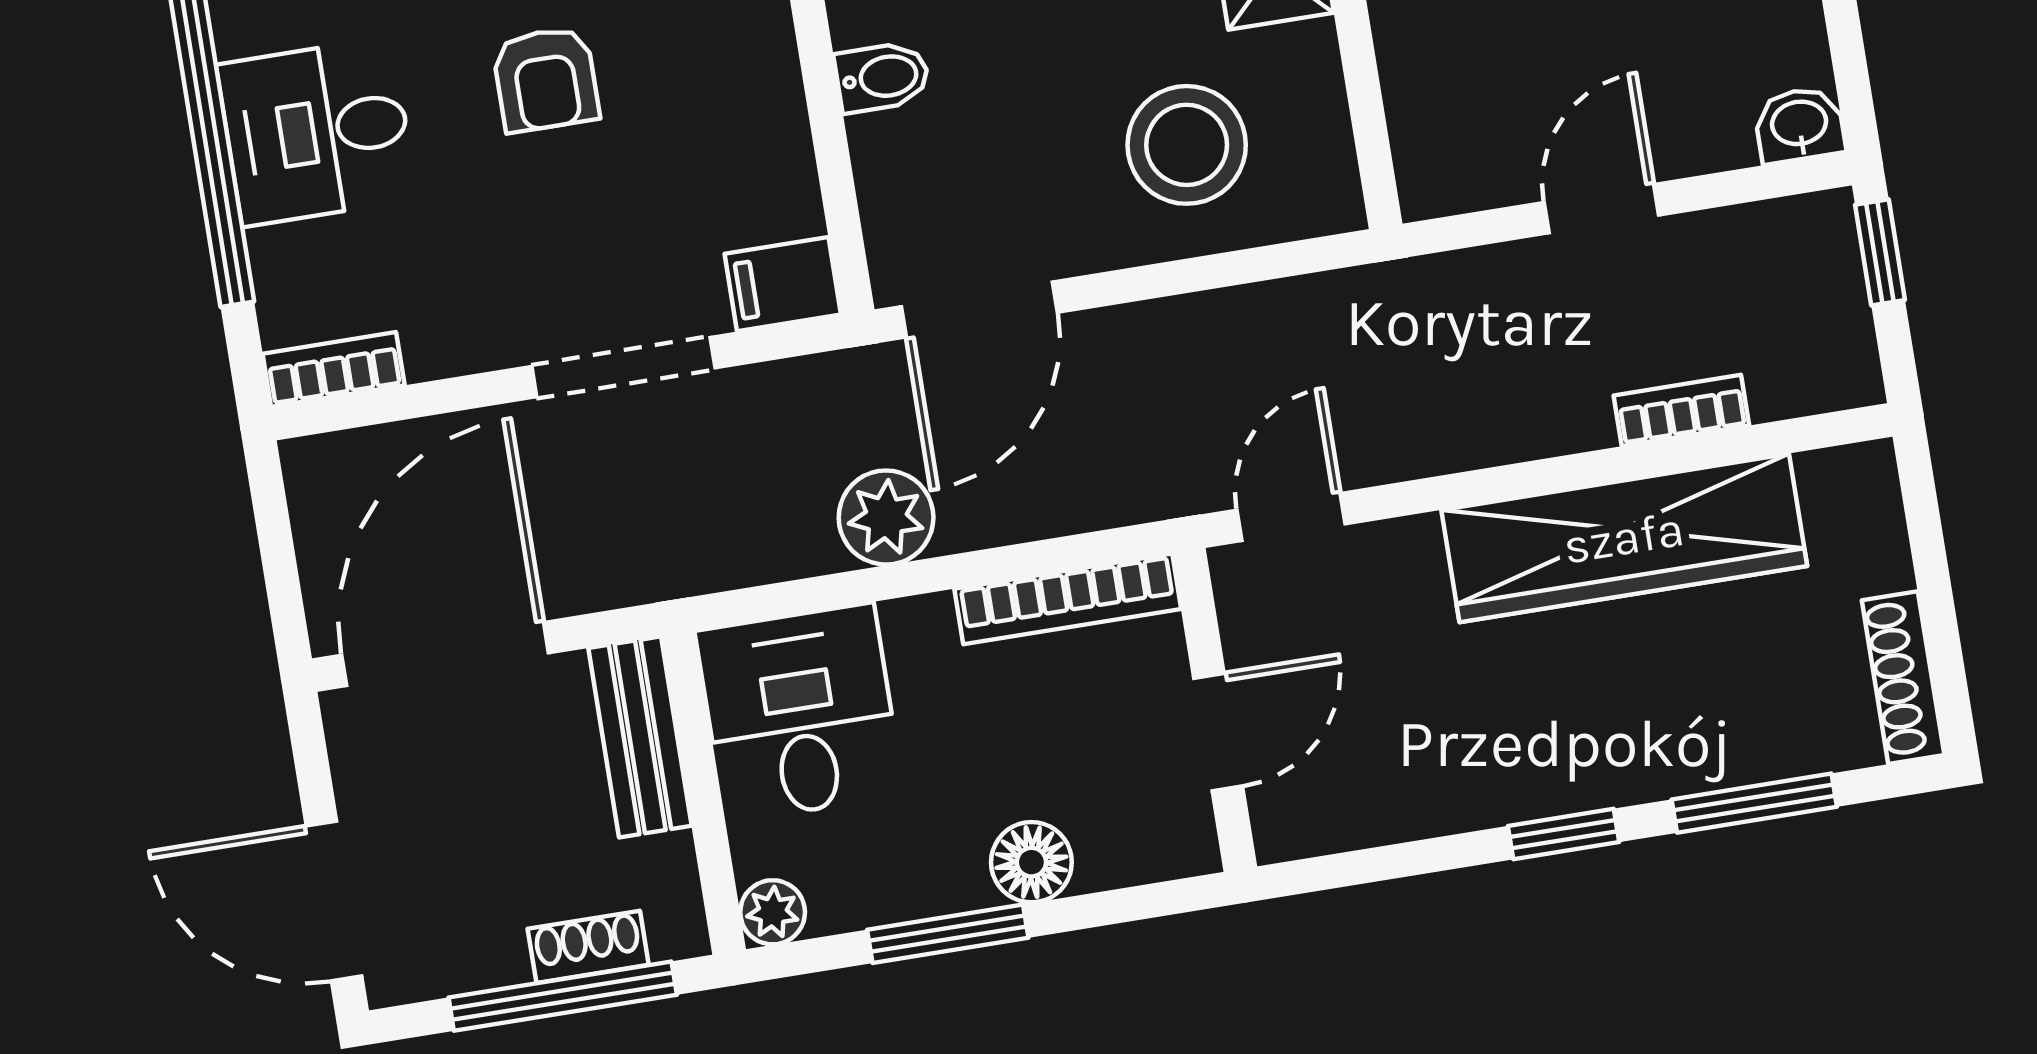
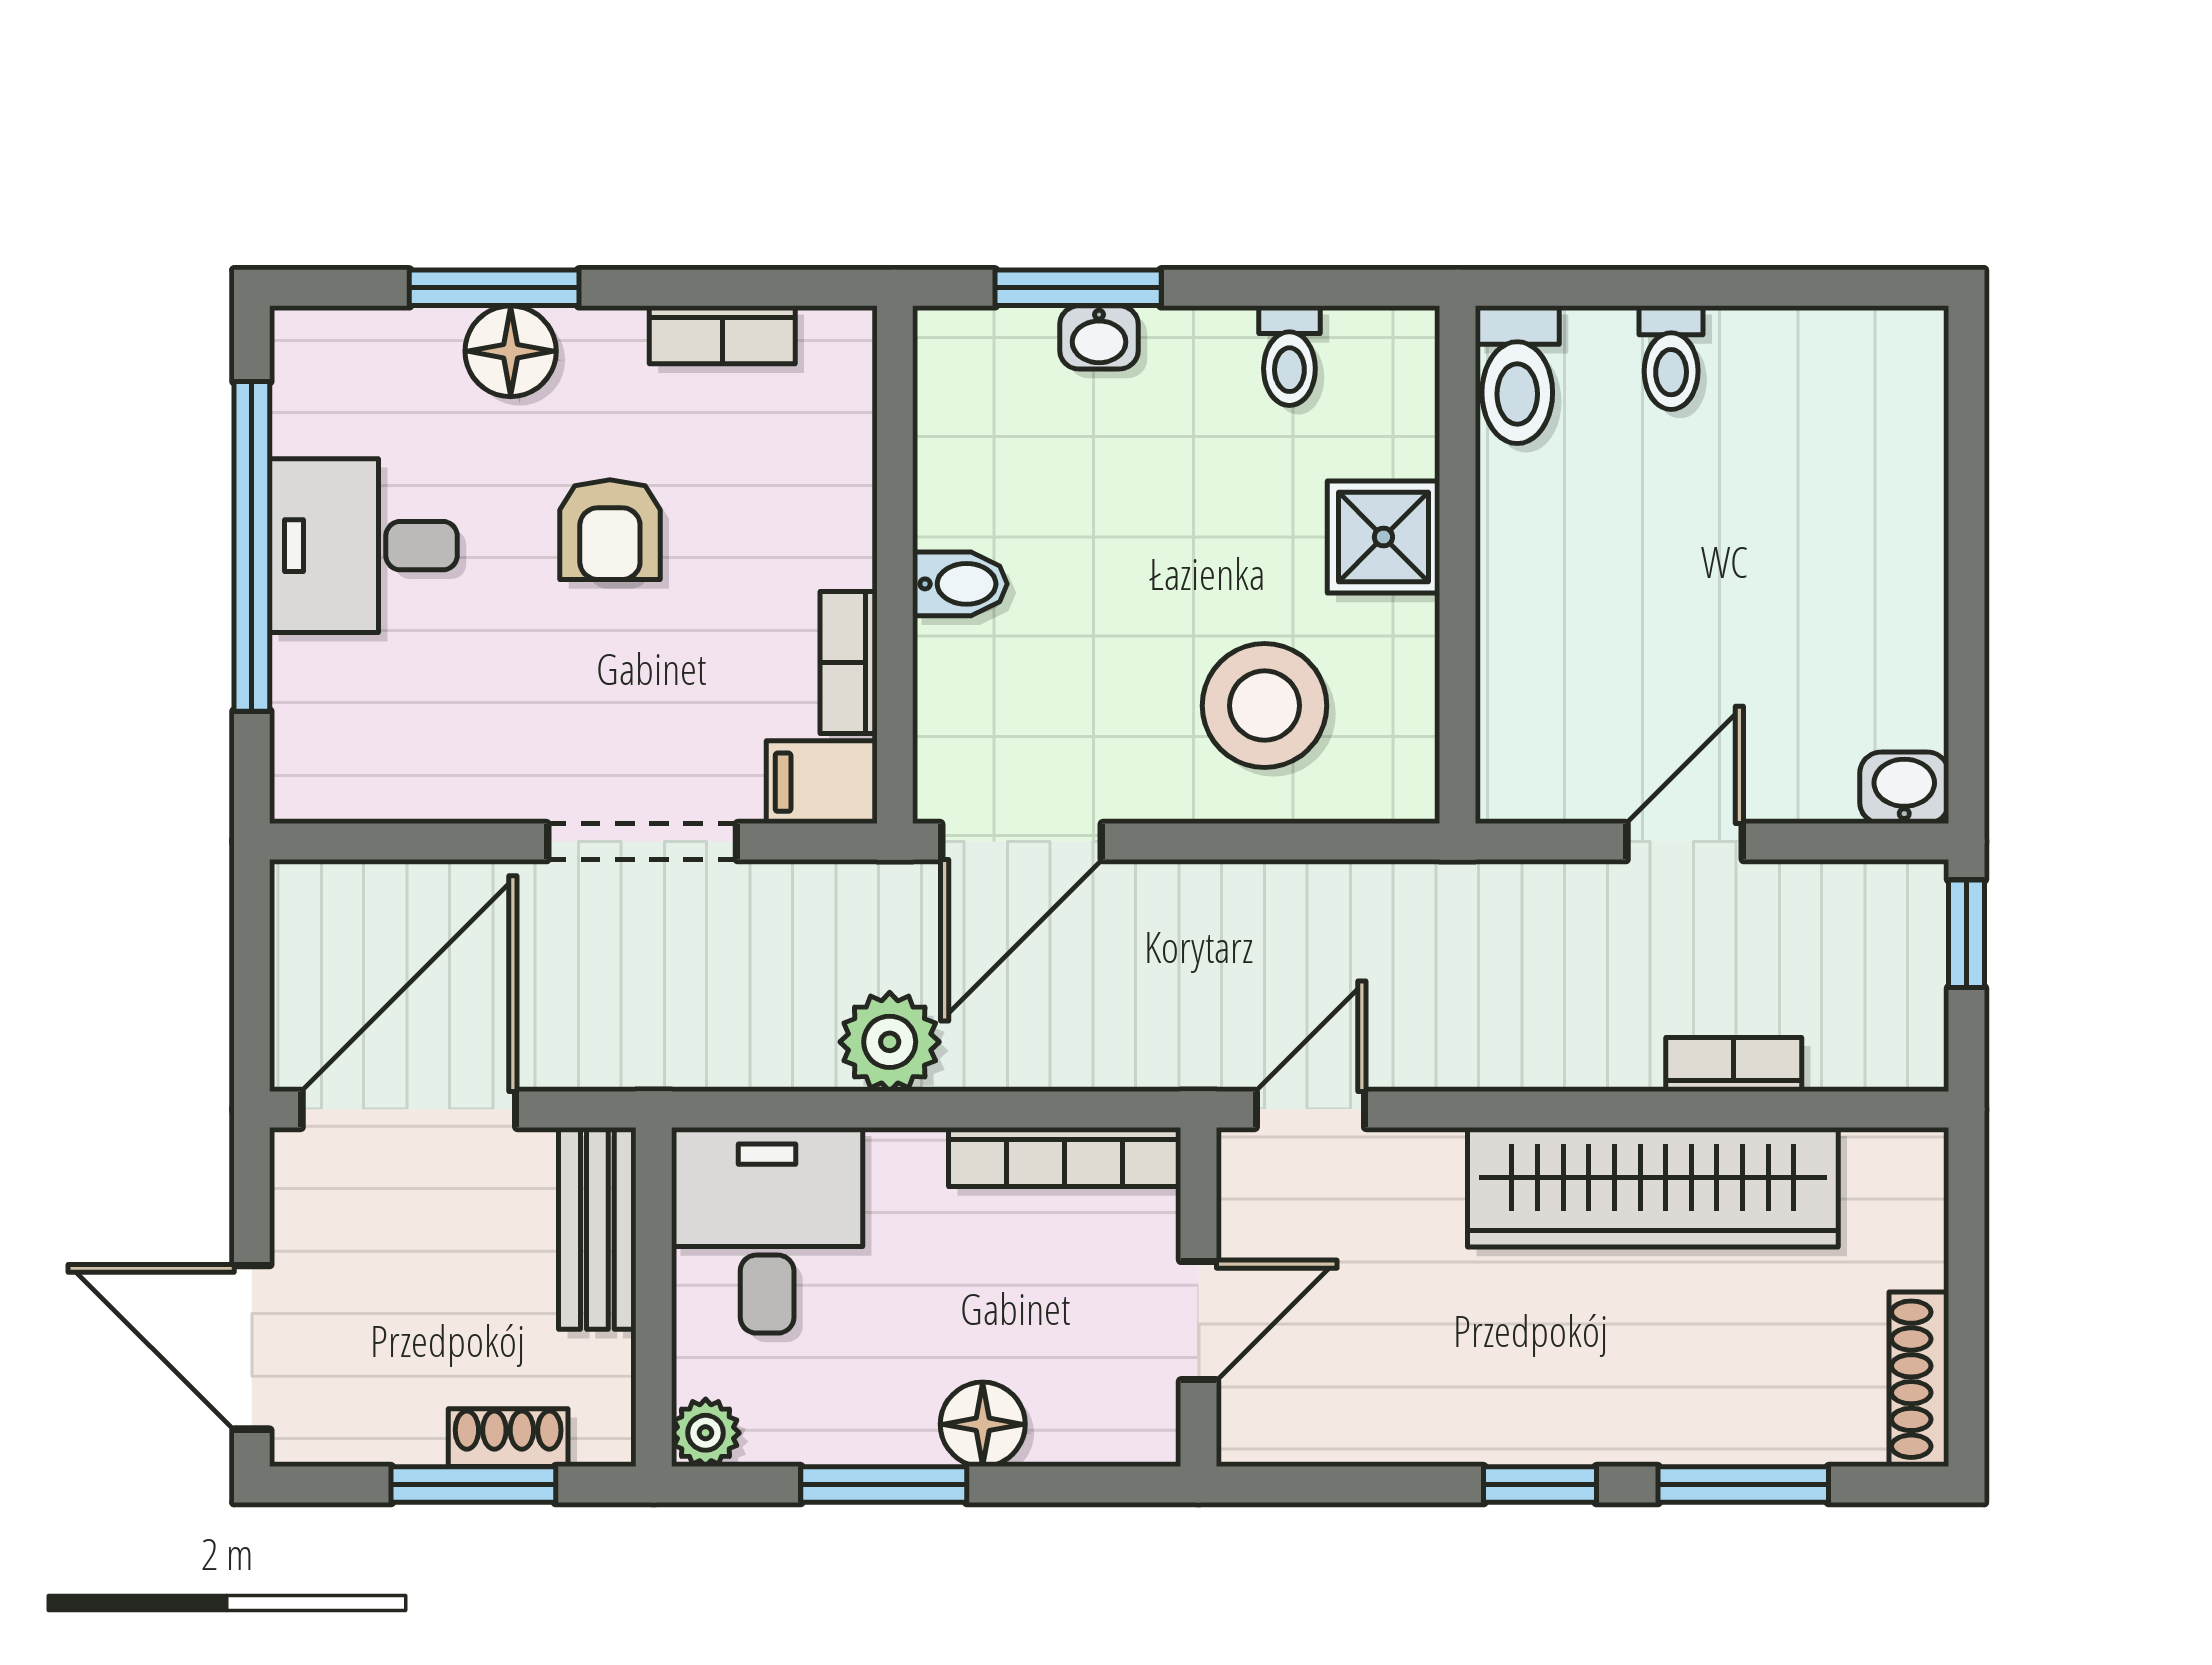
bookcase: (334, 369) -> (849, 662), moved, turned -90
window: (563, 996) -> (473, 1485), width x0.69

